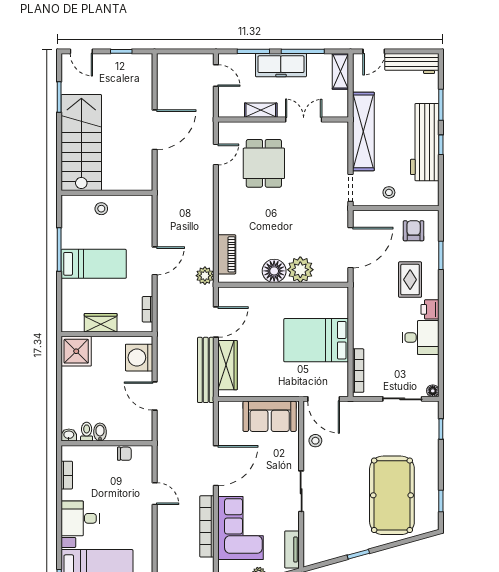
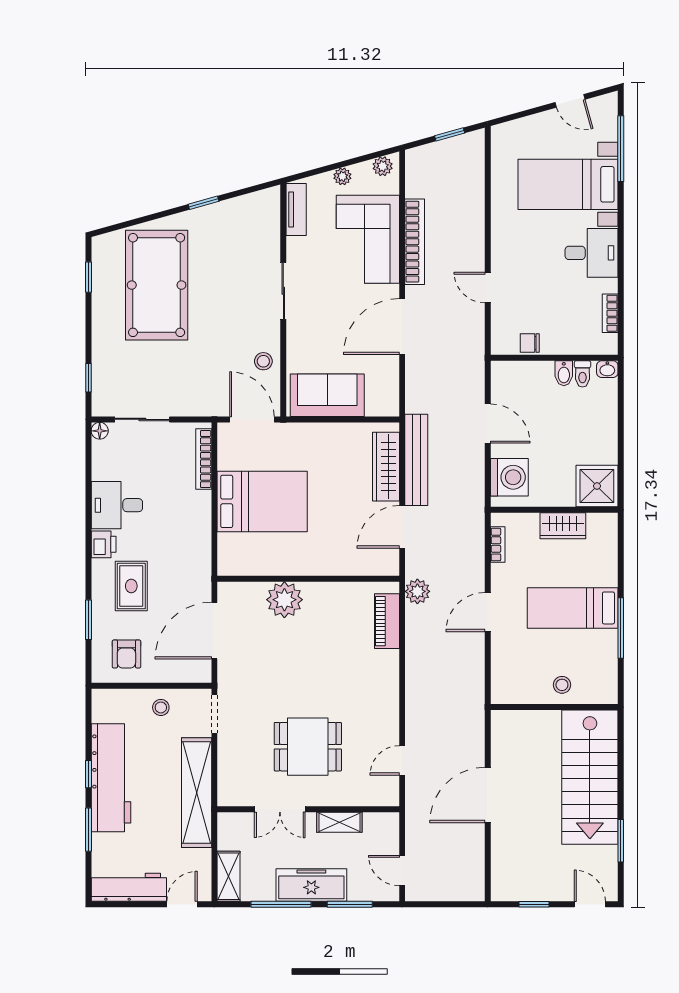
dining table: (264, 163) -> (308, 747), moved, turned 90
floor lamp: (274, 271) -> (321, 598), removed

